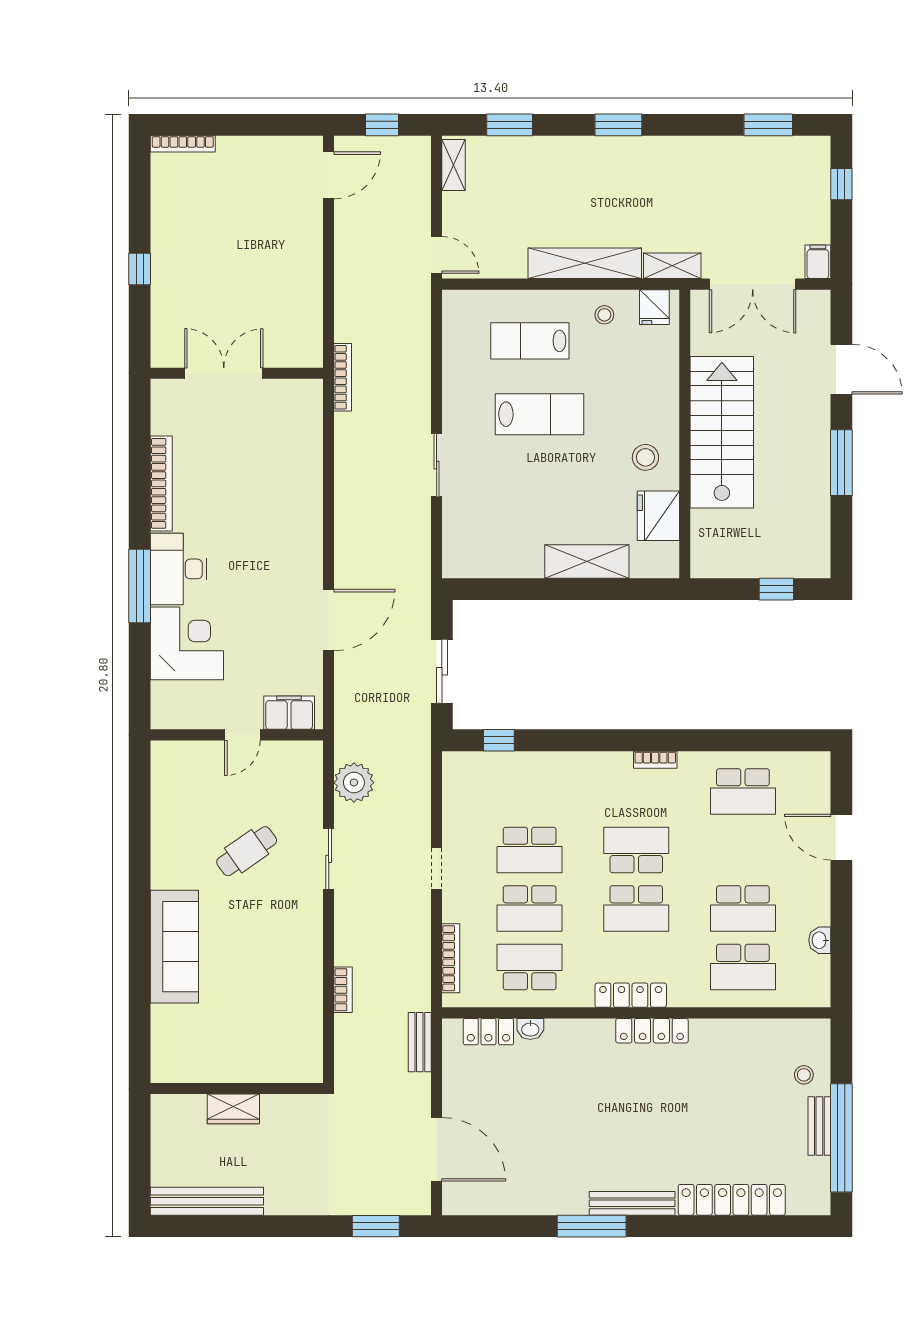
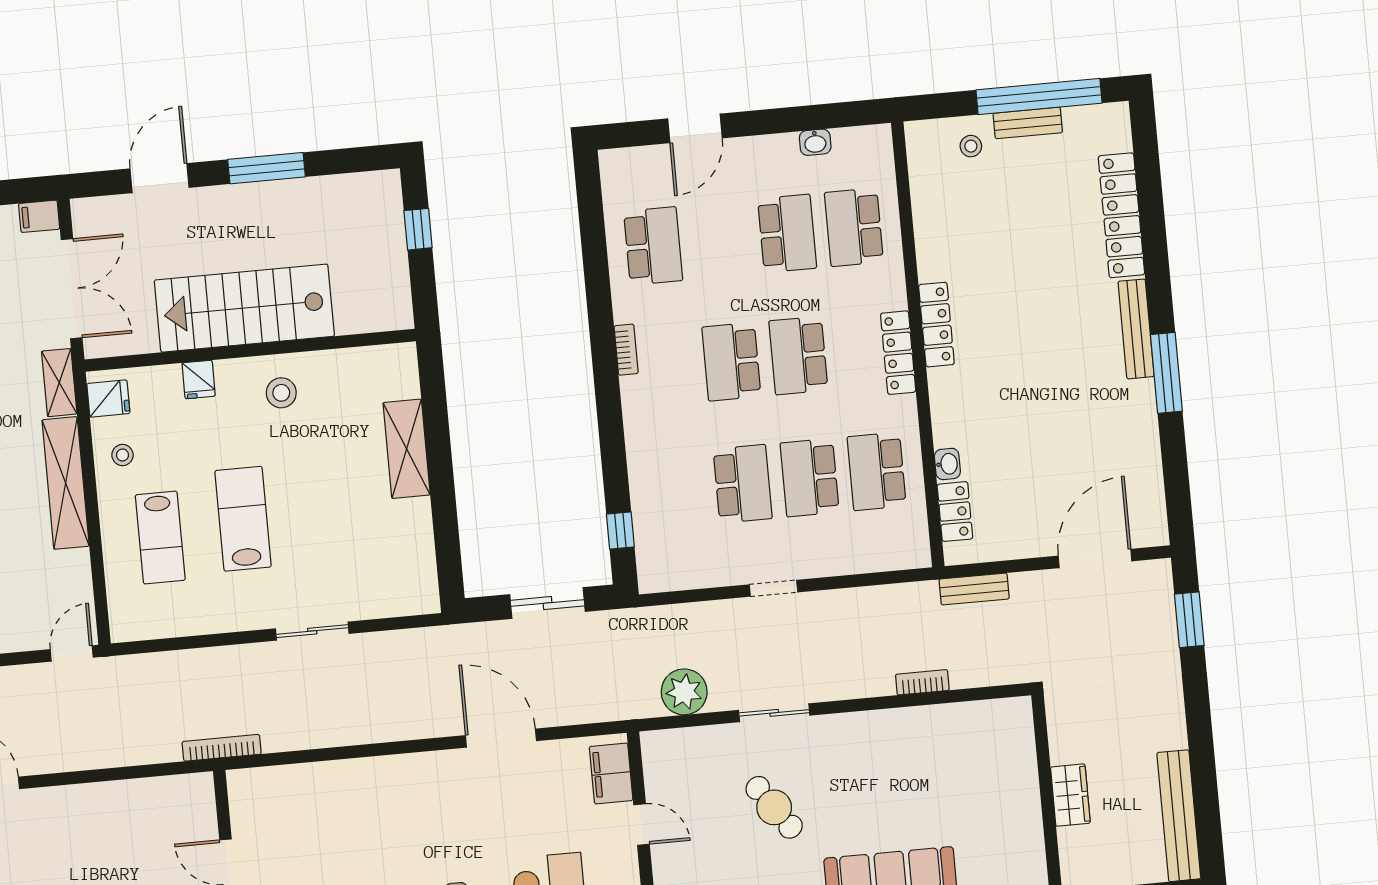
fridge: (658, 516) -> (199, 379), moved, width x0.53, depth x0.75
school desk: (530, 909) -> (810, 478), turned 180
school desk: (636, 909) -> (798, 356), turned 180
bookcase: (451, 958) -> (875, 562), removed
school desk: (743, 967) -> (854, 227), turned 180

